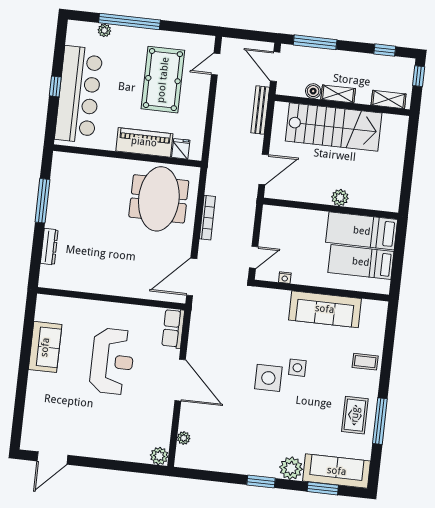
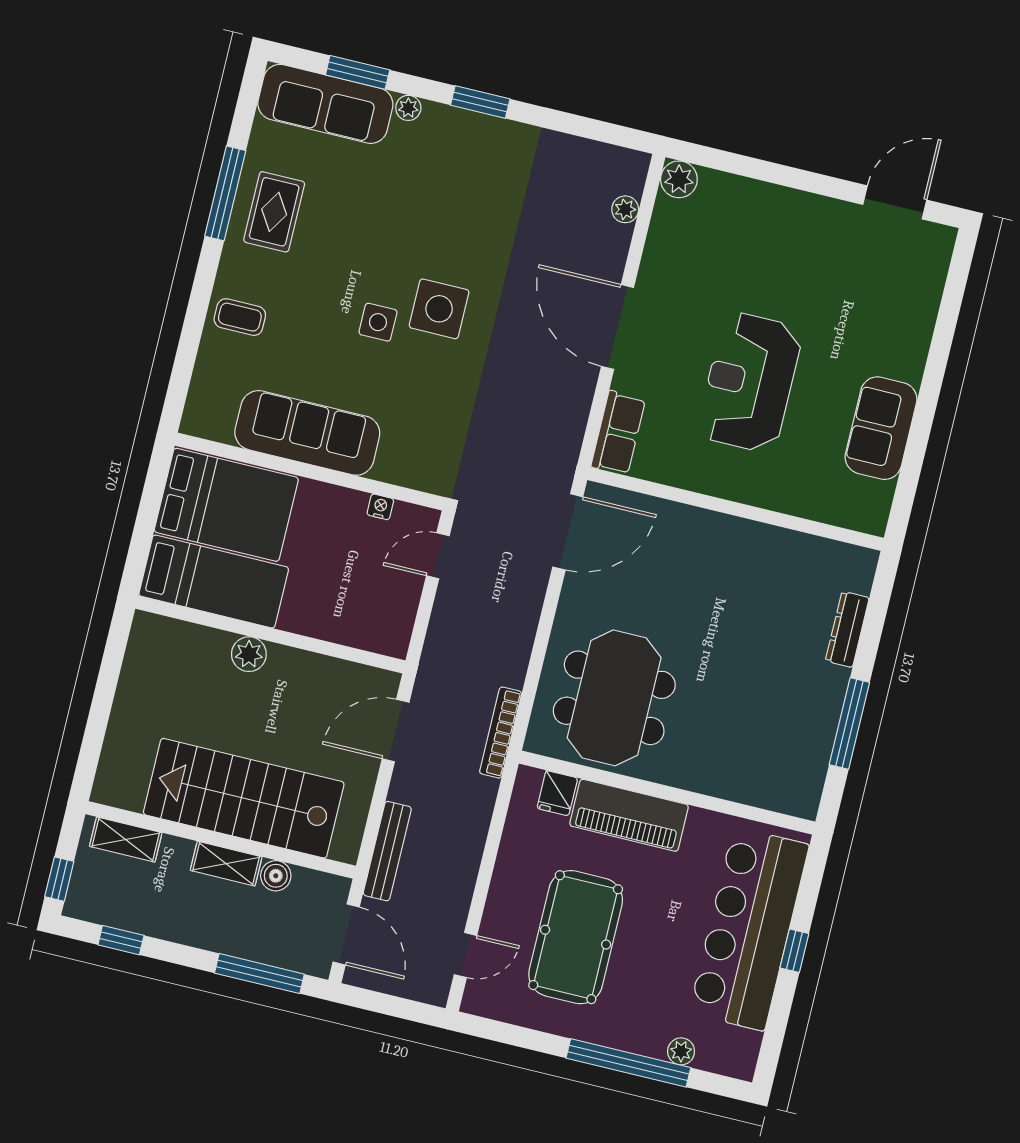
bookcase: (207, 218) -> (501, 733), moved
bed: (361, 262) -> (226, 505), width x1.50
plant: (291, 468) -> (408, 108), width x0.53, depth x0.53

